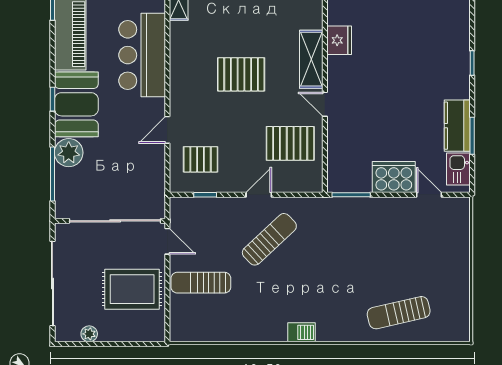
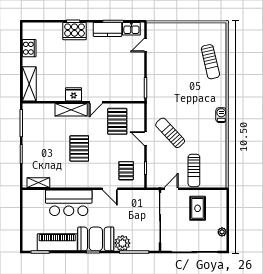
fridge: (339, 40) -> (74, 94), moved
cooker: (394, 177) -> (74, 31), moved, turned -90
rug: (132, 289) -> (198, 208), width x0.73, depth x0.70

